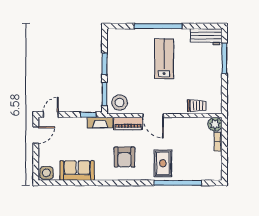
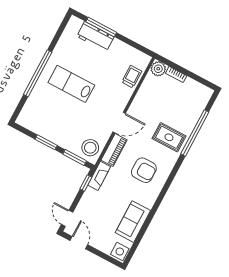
workbench: (206, 37) -> (95, 37), moved, turned 90

